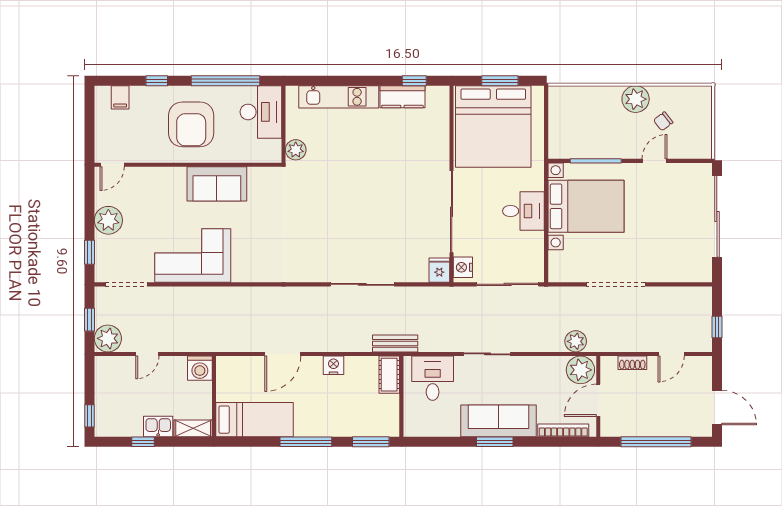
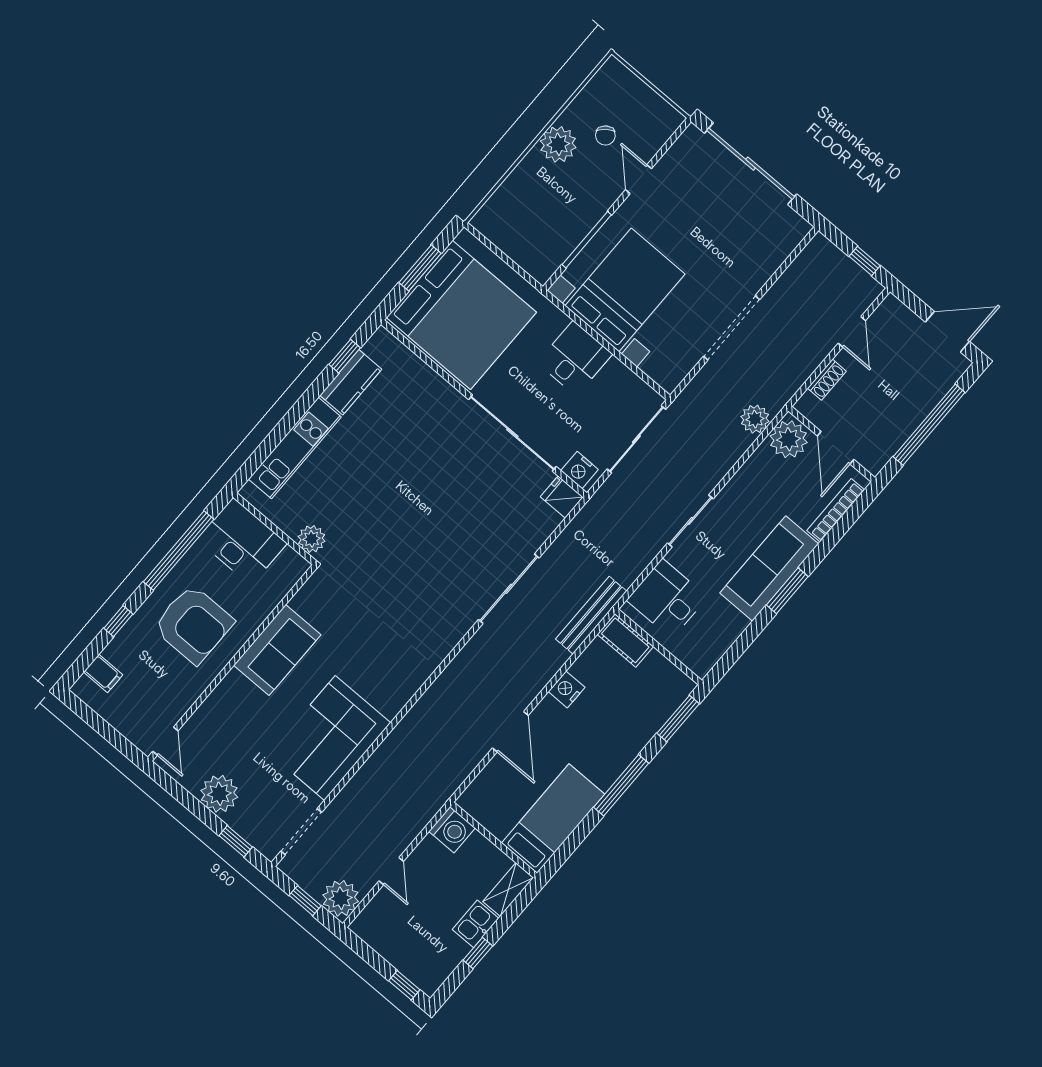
bench: (395, 343) -> (591, 615), width x1.36

